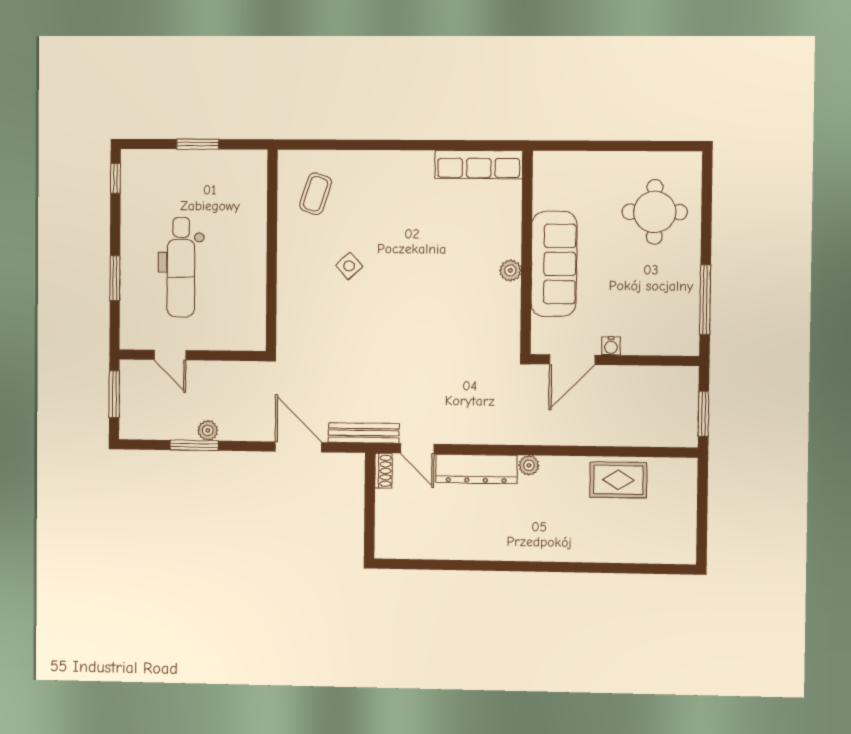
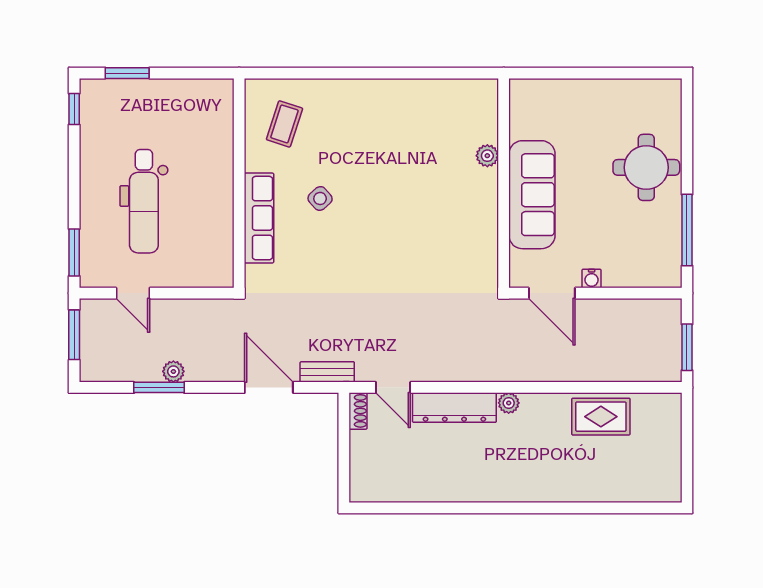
window: (198, 144) -> (127, 73), moved
row of seats: (479, 165) -> (259, 218), moved, turned -90
round table: (655, 212) -> (646, 167), moved
plant: (510, 270) -> (487, 156), moved
window: (115, 278) -> (74, 252), moved
door: (572, 360) -> (552, 293), hinge flipped
bench: (364, 433) -> (327, 372), width x0.73

